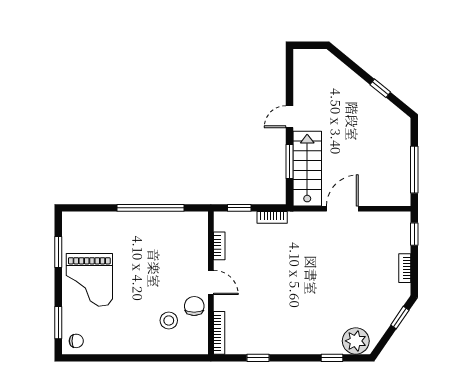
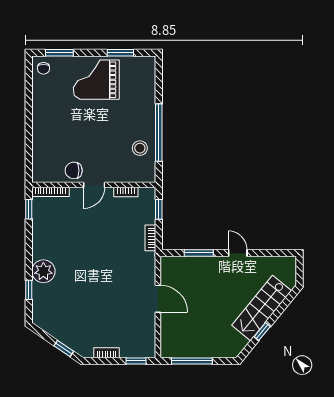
stairs: (307, 169) -> (262, 308), moved, turned 129
chair: (194, 306) -> (74, 170), turned 180
stool: (169, 320) -> (140, 148), moved
plant: (356, 341) -> (43, 271), moved
window: (258, 358) -> (29, 209), moved

